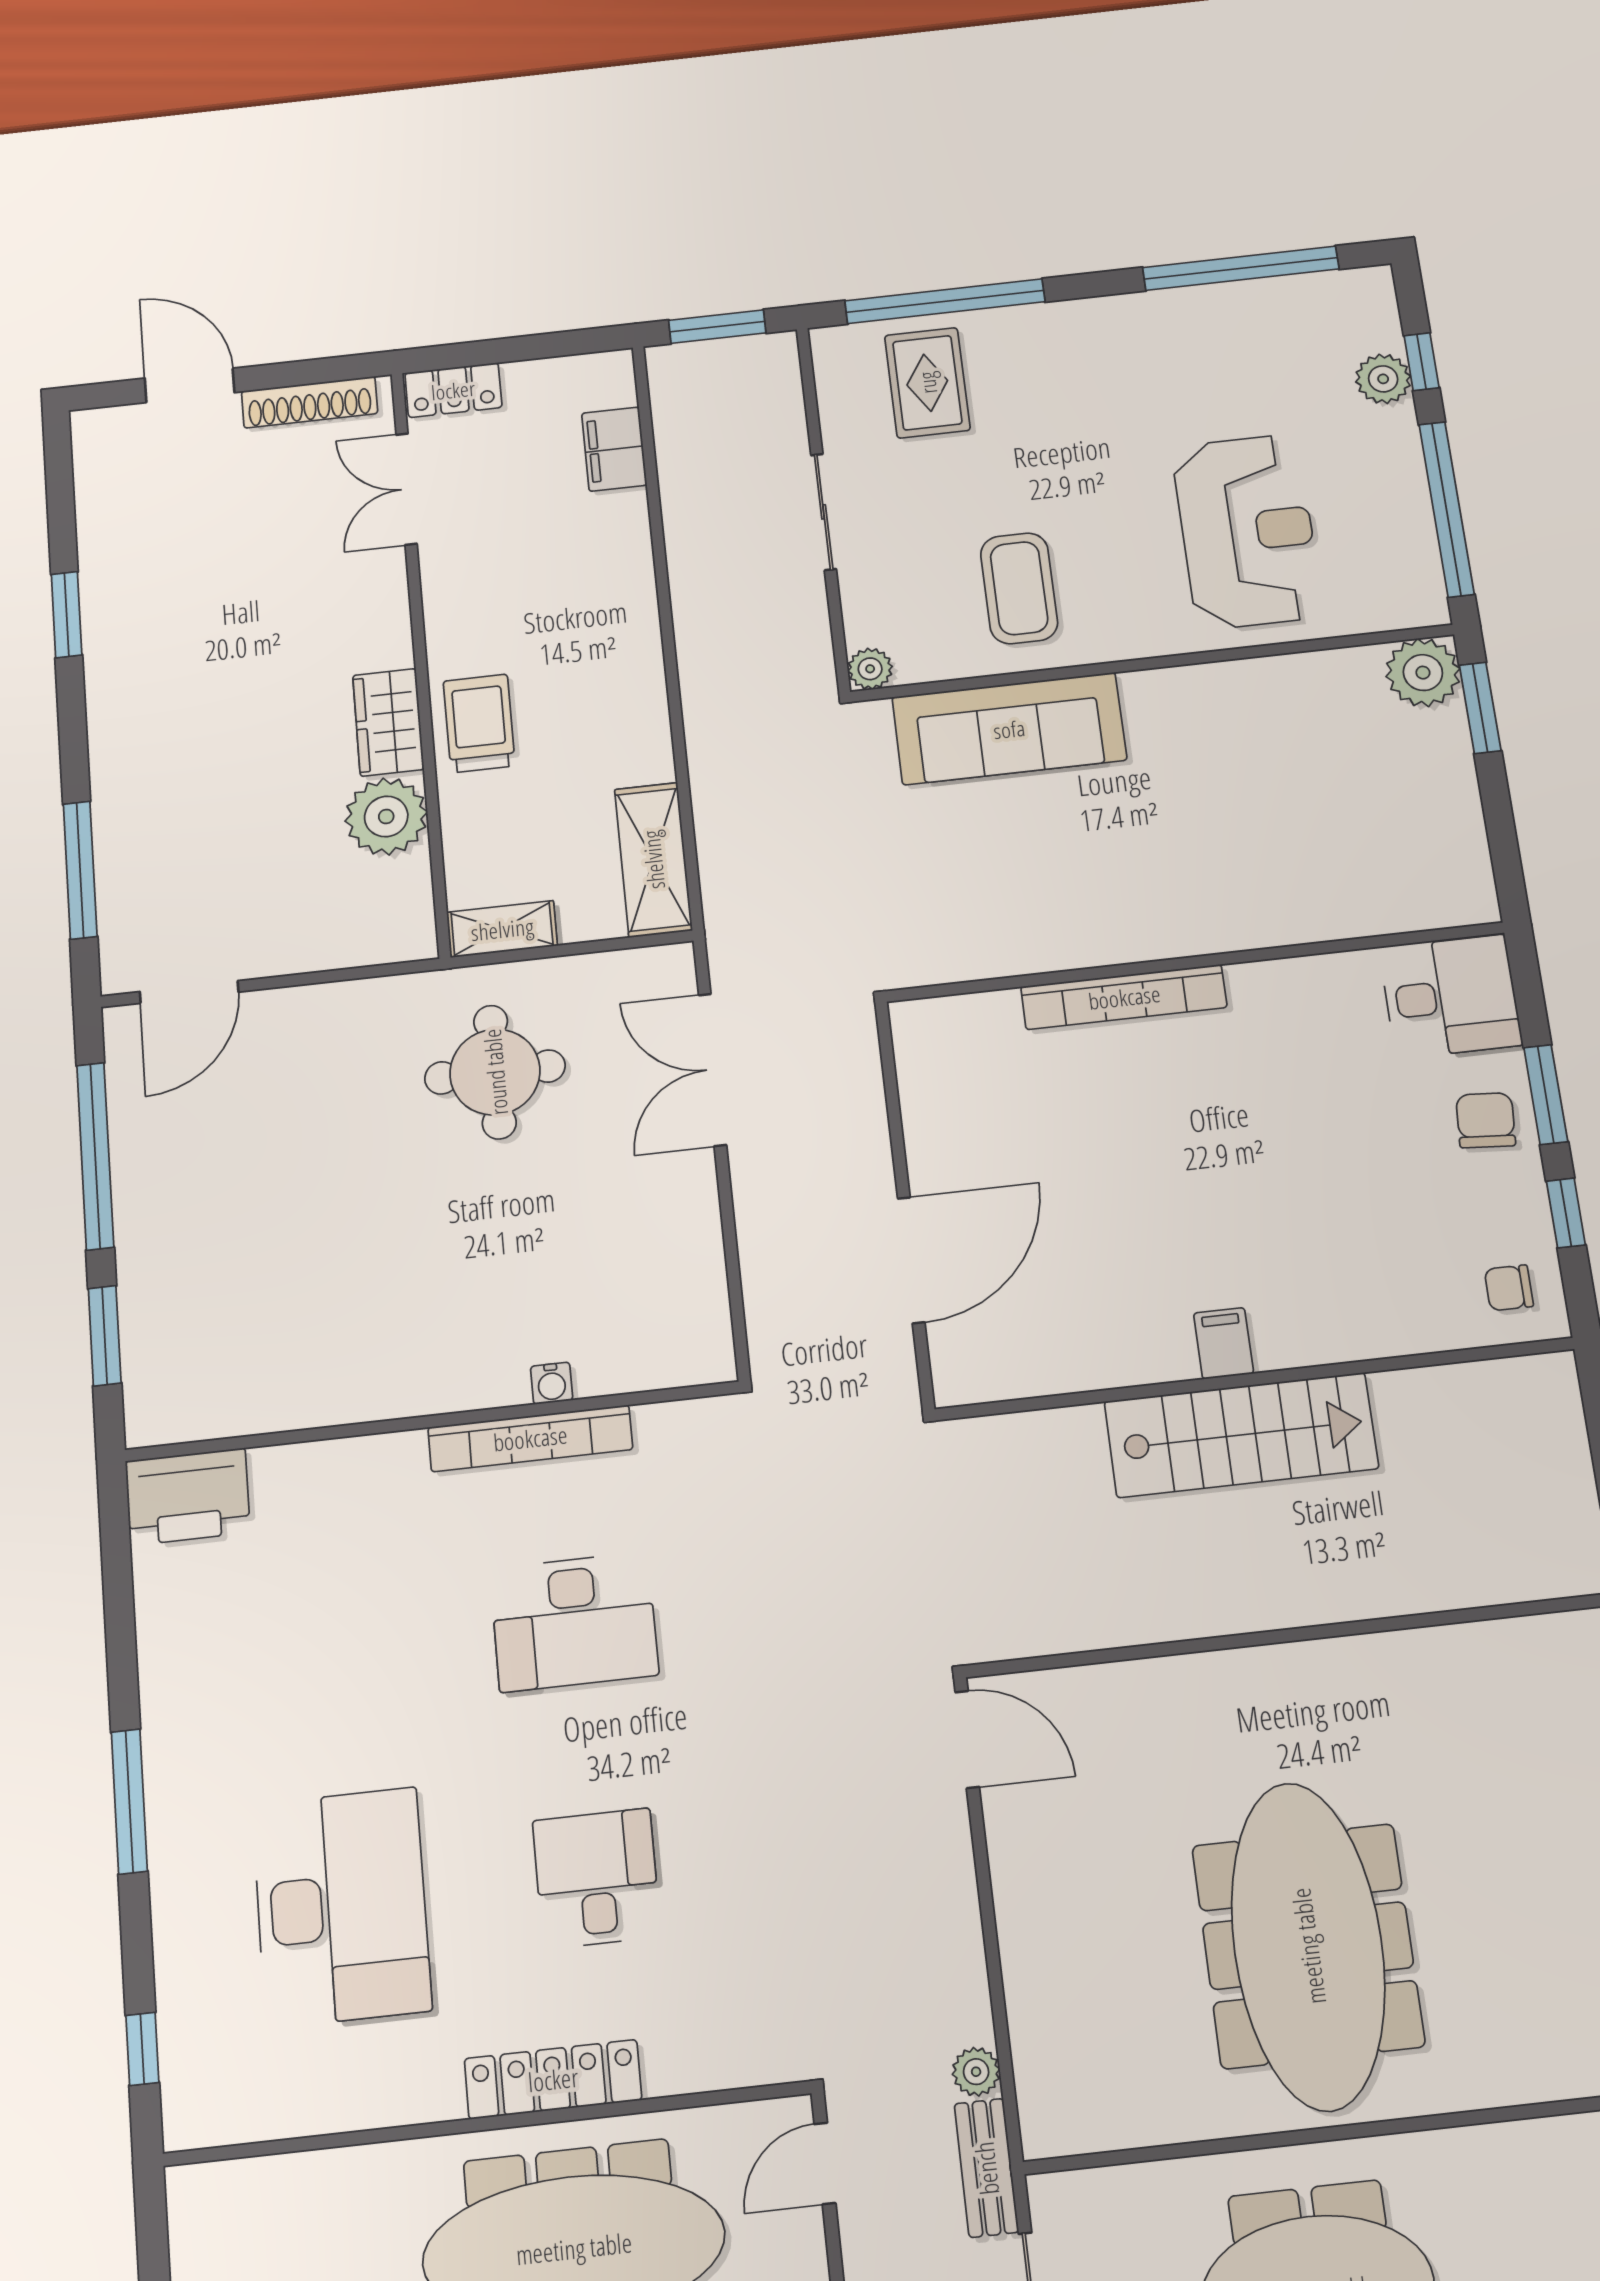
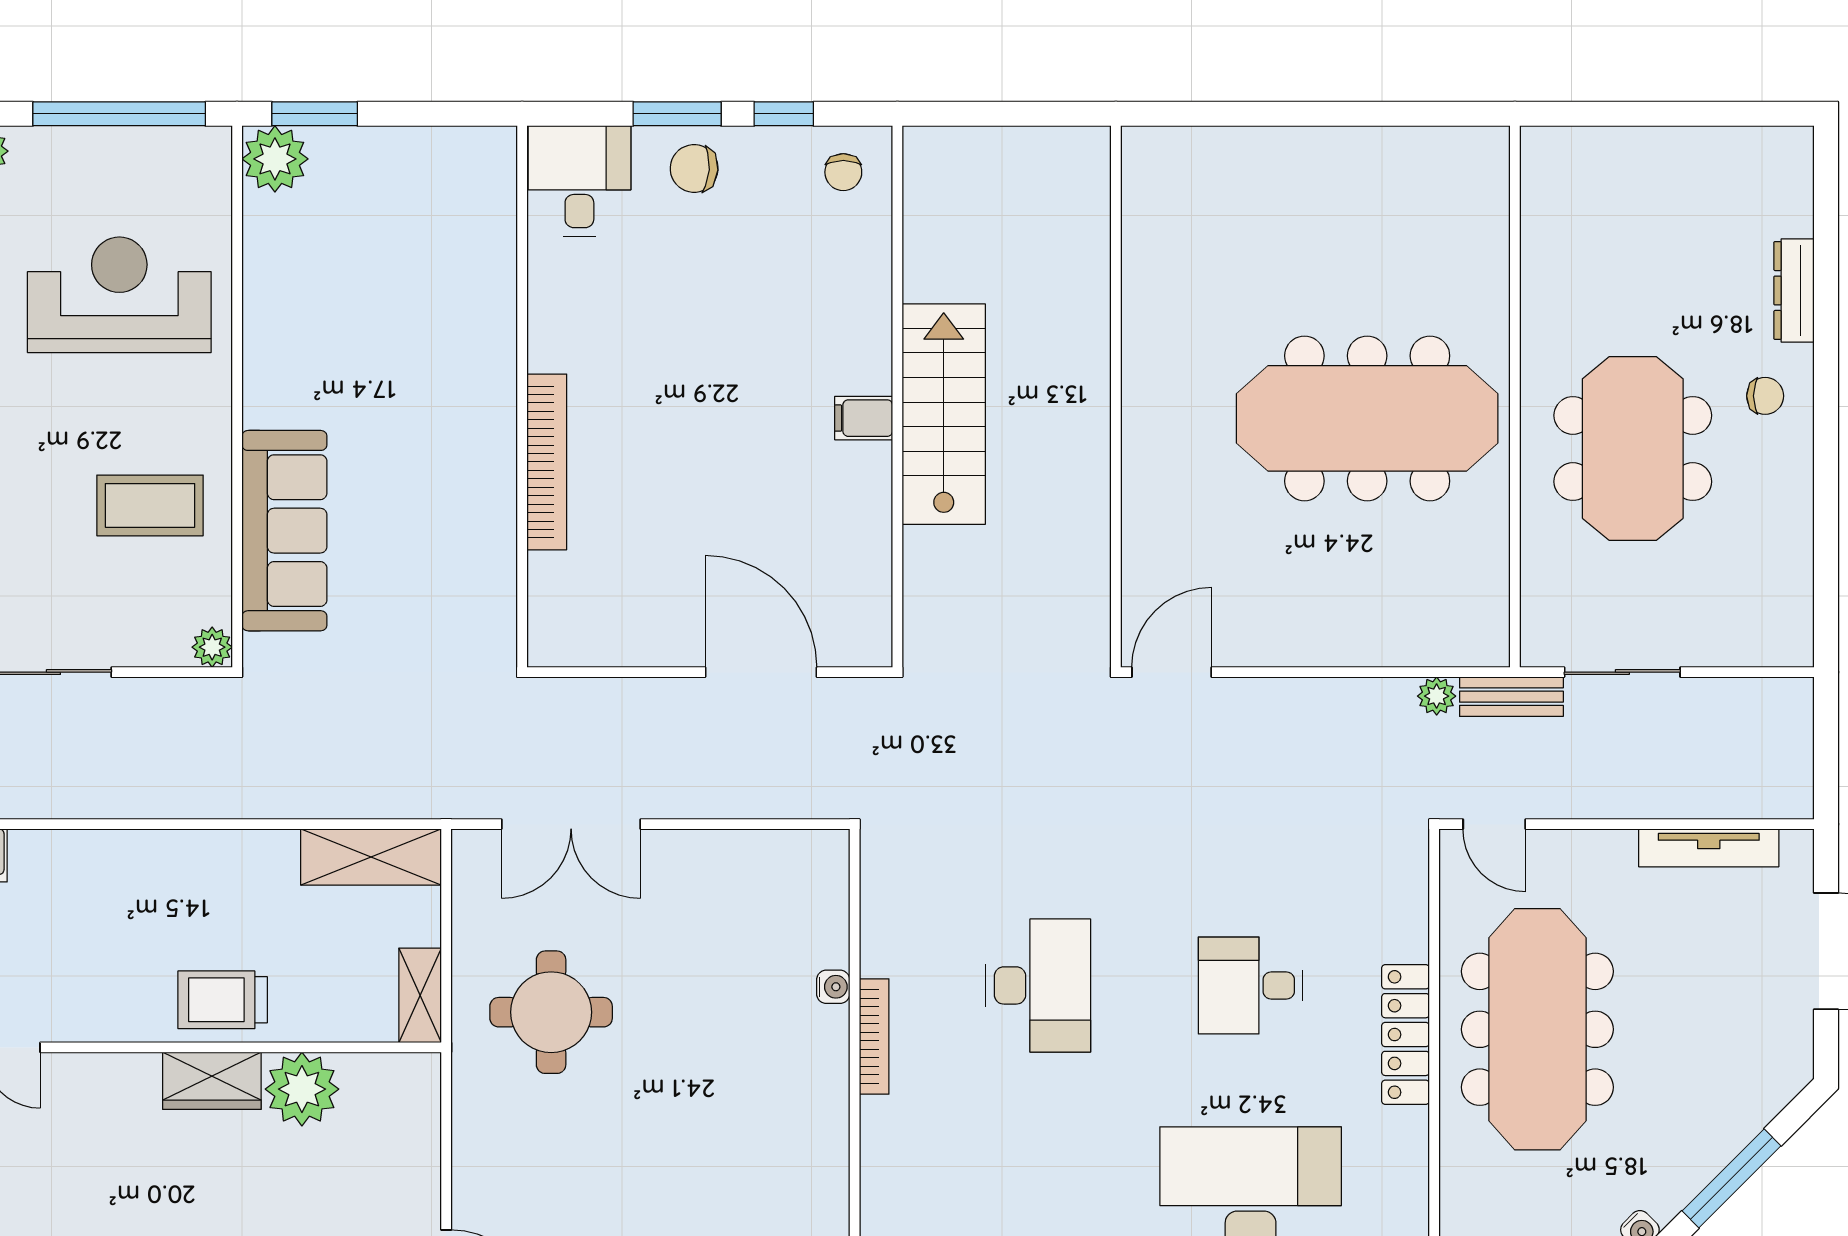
bookcase: (530, 1438) -> (874, 1036), width x0.68, depth x0.76

